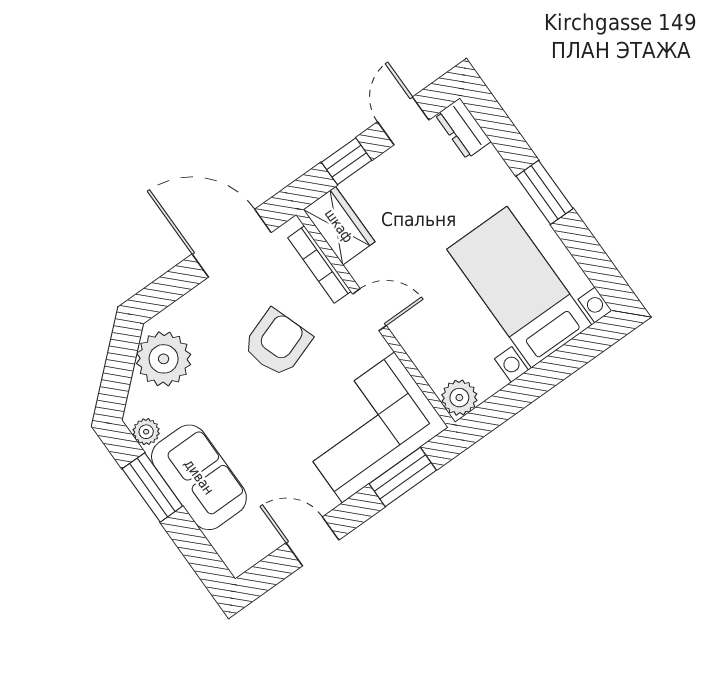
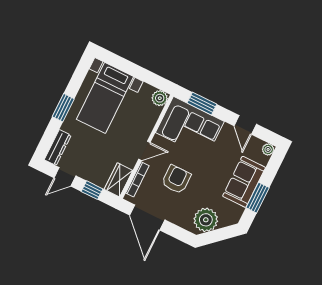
dresser: (463, 128) -> (58, 148), width x1.44
door: (370, 310) -> (144, 151), swing flipped
armchair: (277, 343) -> (176, 179), turned 109
plant: (146, 432) -> (268, 149), moved

